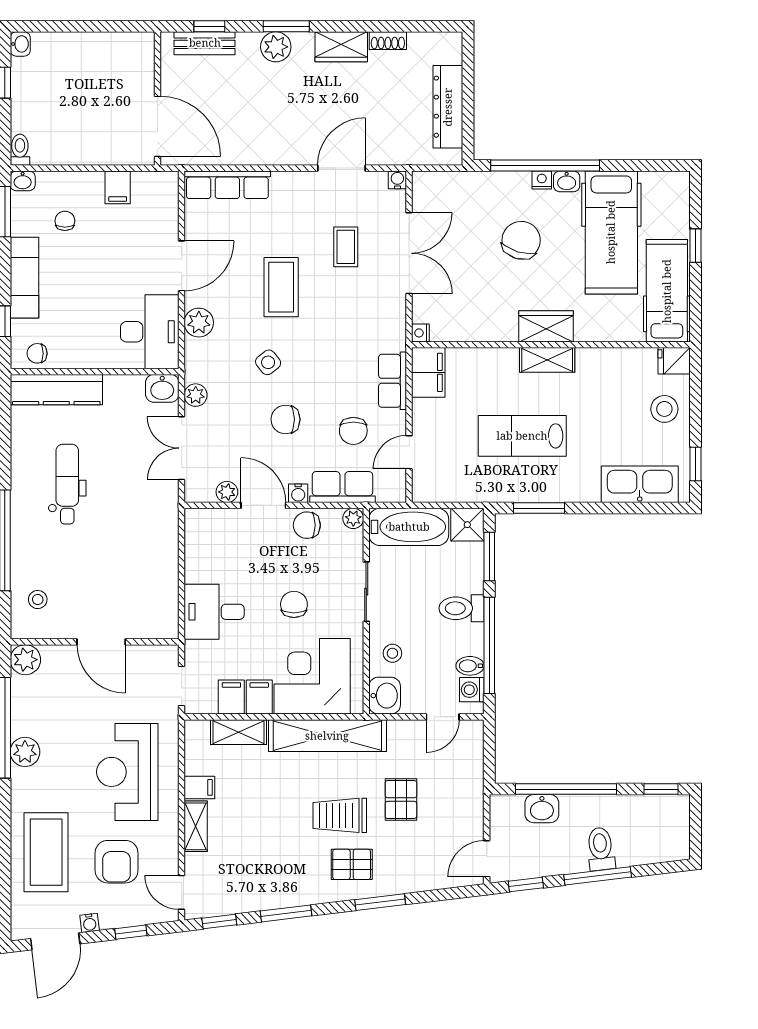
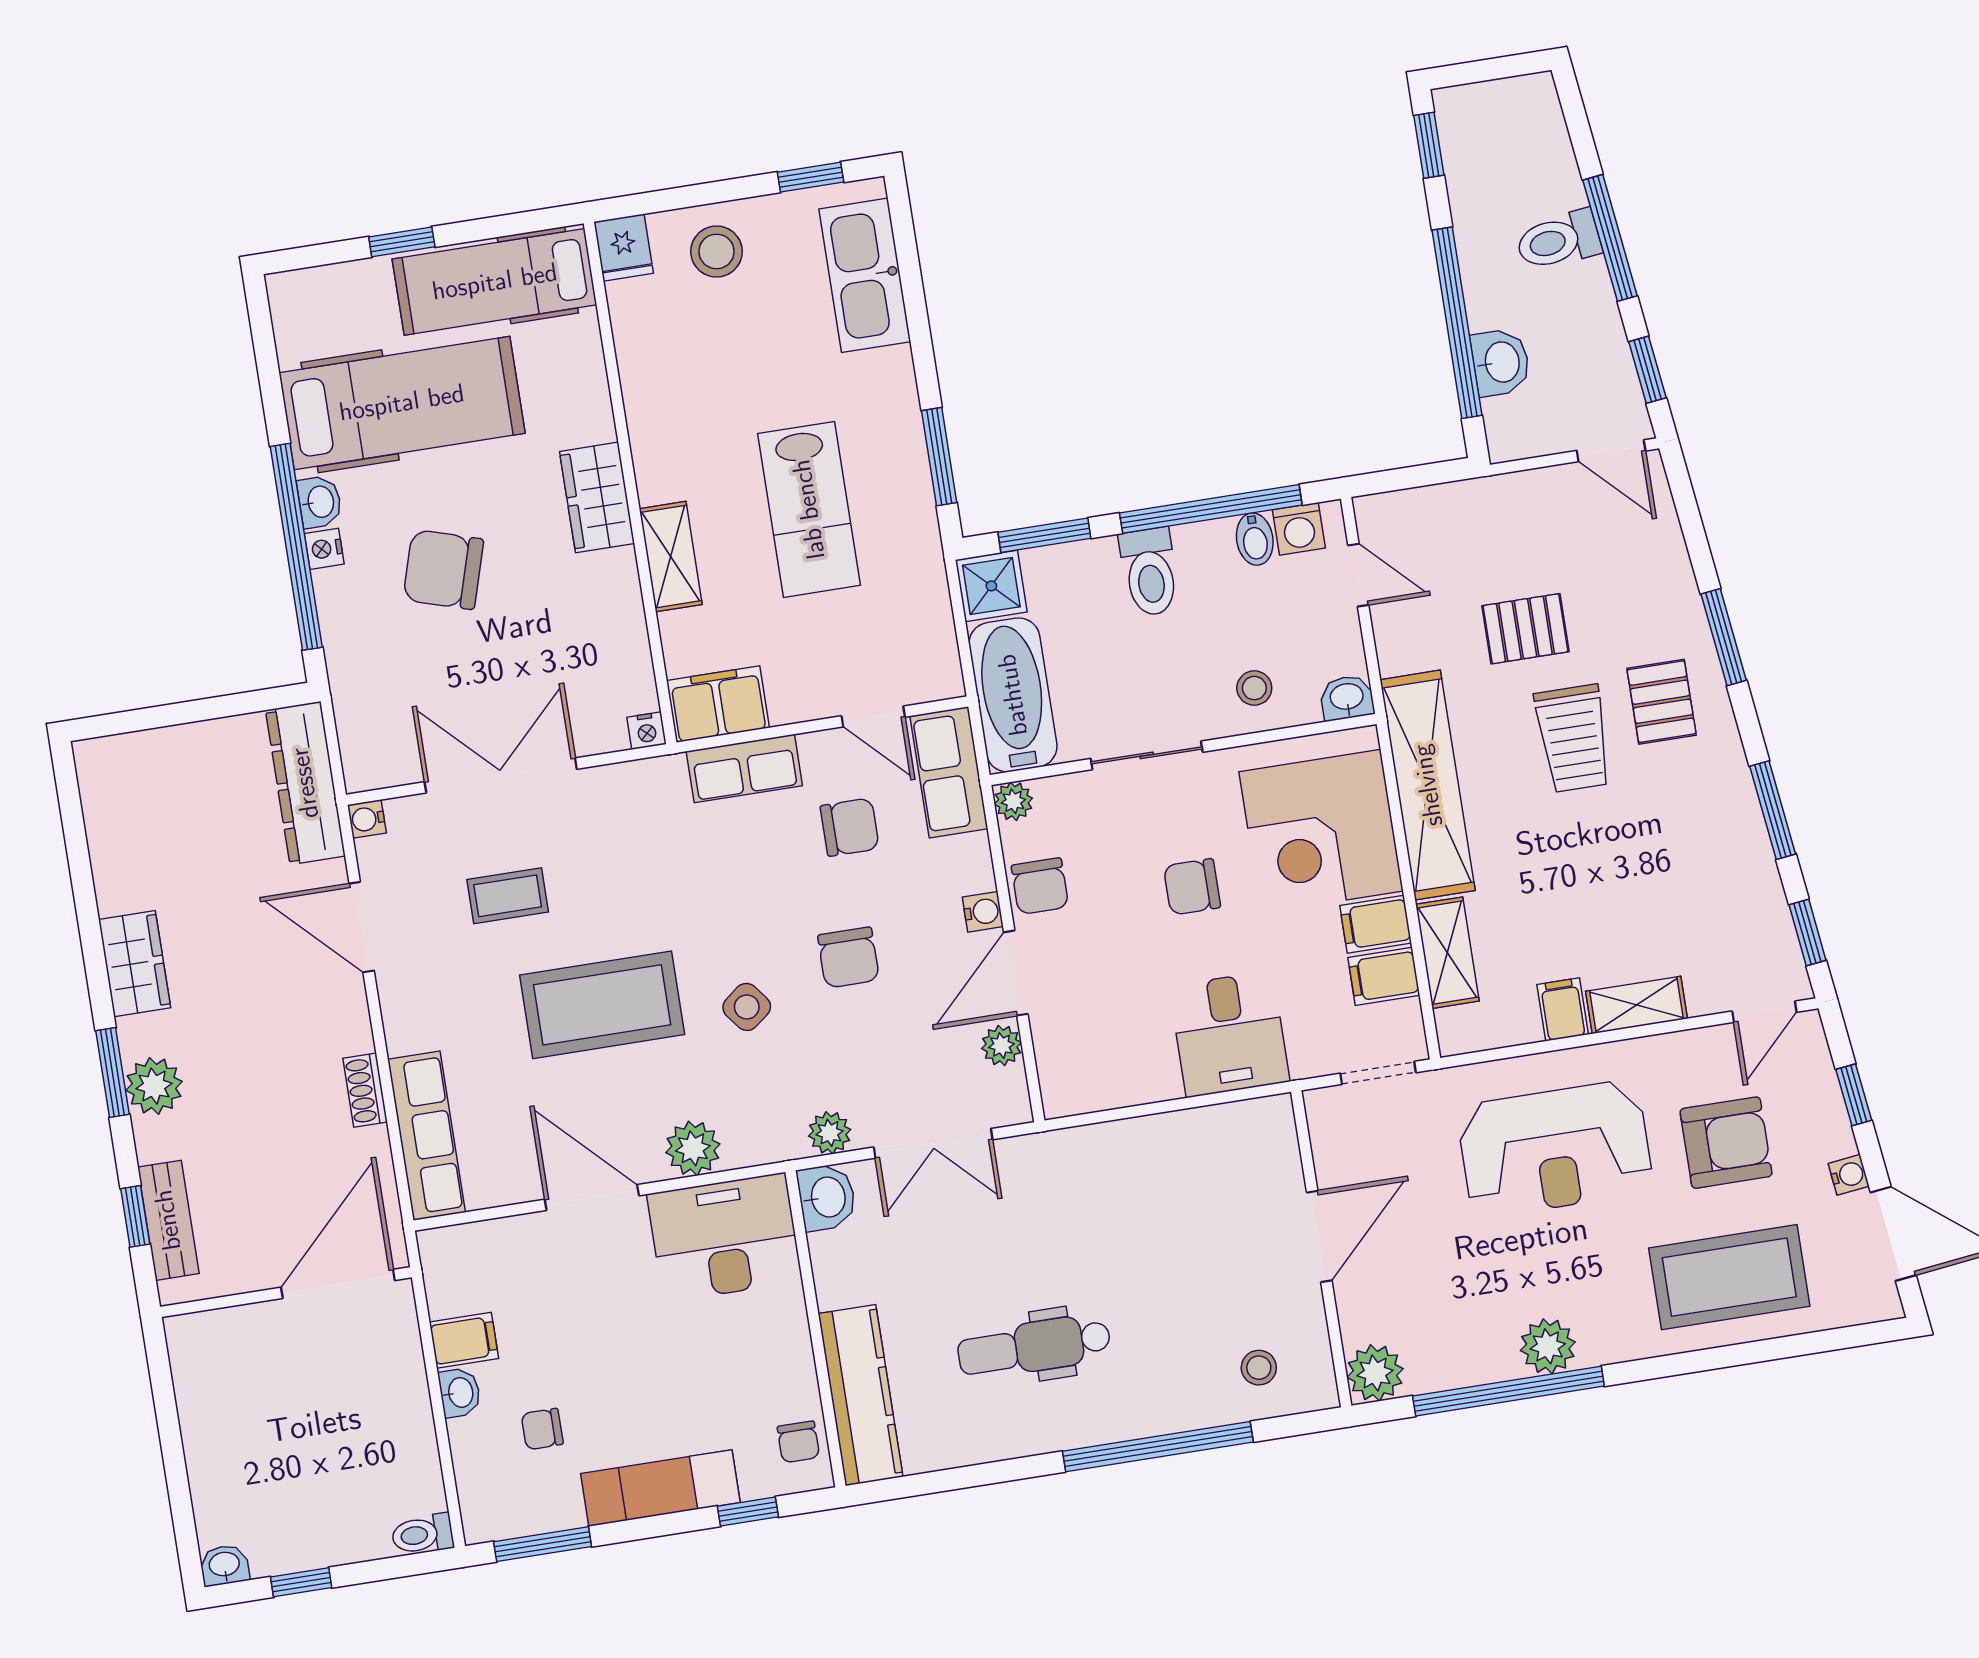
shoe rack: (388, 41) -> (365, 1090), moved, turned 180
dresser: (448, 107) -> (305, 783), moved, turned 90
washbasin: (23, 181) -> (460, 1393), moved
coffee table: (281, 287) -> (602, 1005), width x1.36, depth x1.32
shelving: (547, 360) -> (671, 557), moved
row of seats: (342, 487) -> (949, 772), moved
washbasin: (385, 696) -> (1347, 698), width x0.72, depth x0.69

